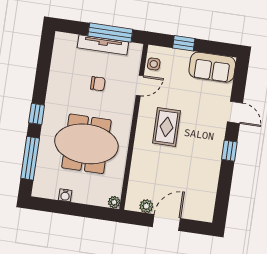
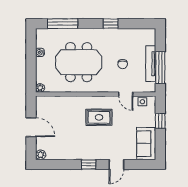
window: (37, 114) -> (111, 24), moved
meeting table: (86, 144) -> (79, 62), turned 90
plant: (146, 206) -> (41, 155), moved

